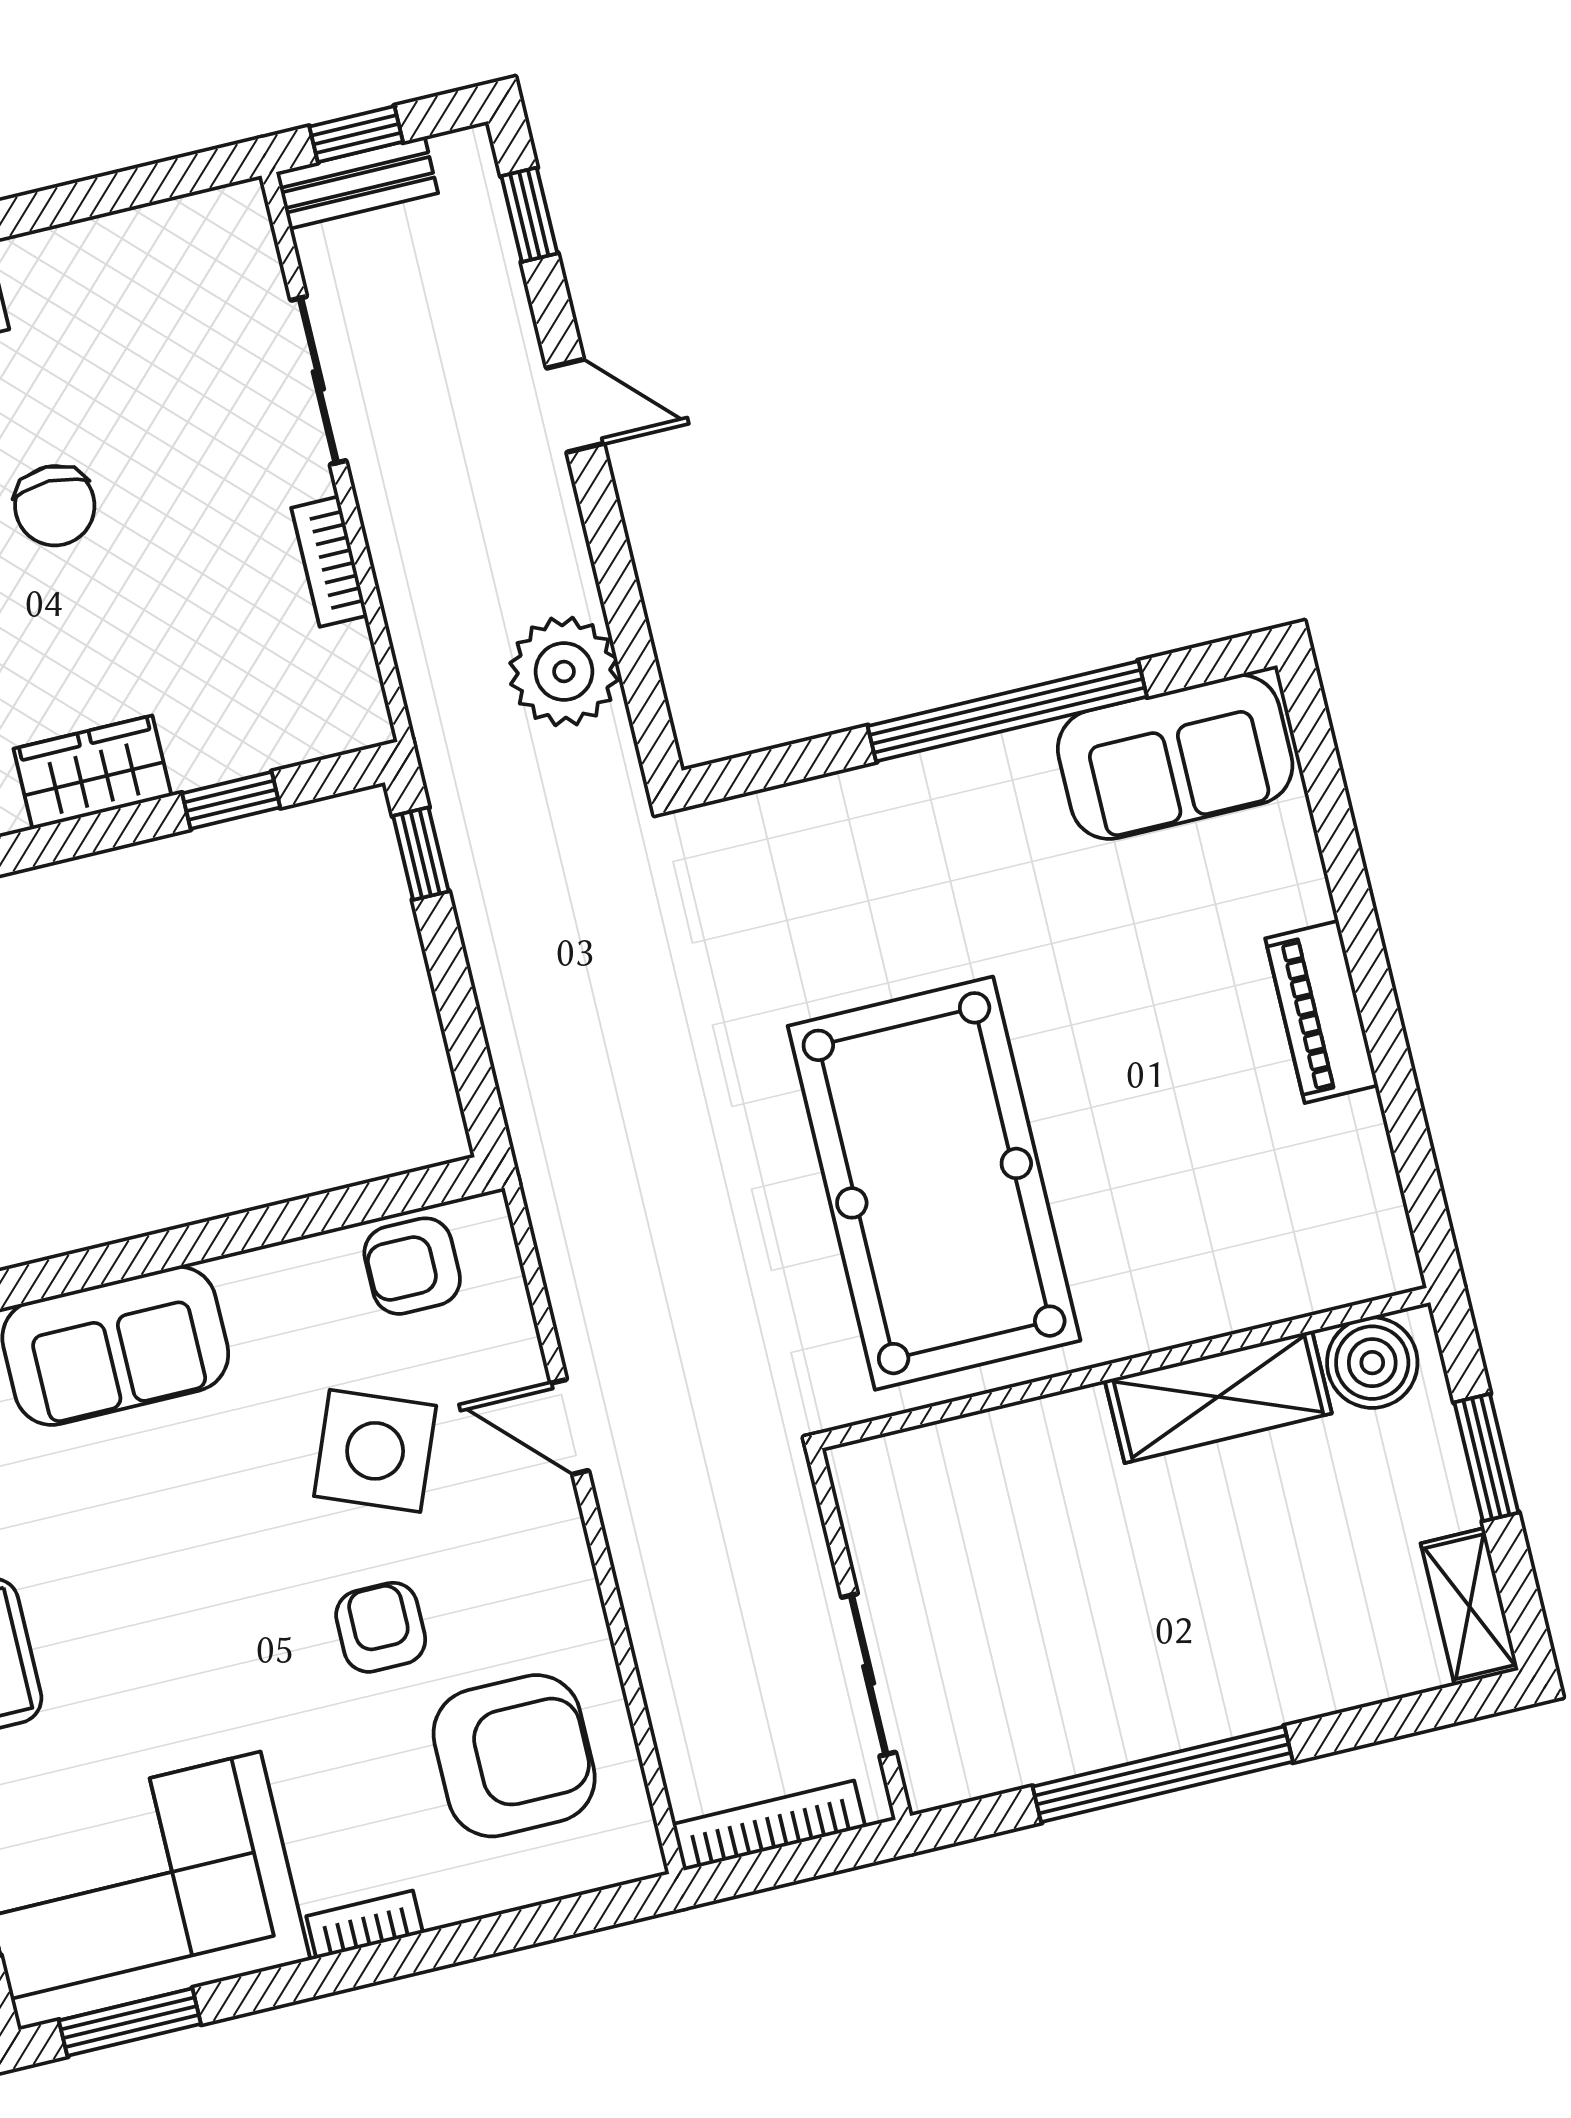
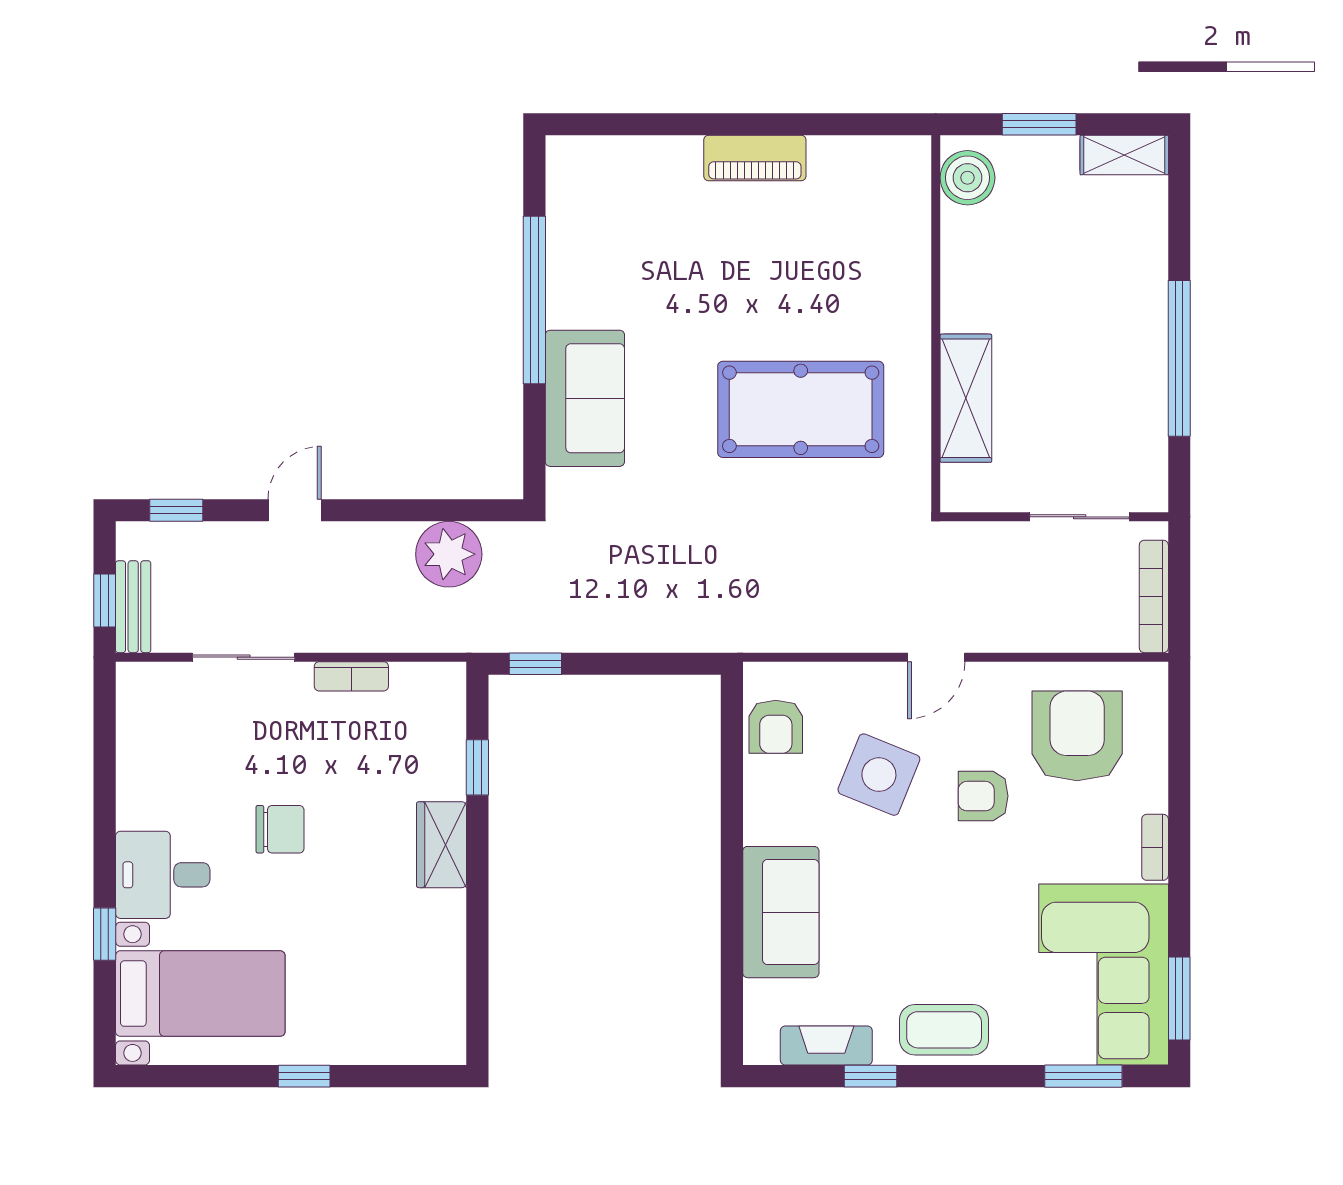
sofa: (1175, 757) -> (585, 398), moved
pool table: (934, 1183) -> (801, 409), width x0.73, depth x0.76
shelving: (1218, 1397) -> (966, 398), moved
door: (570, 1427) -> (936, 657), moved

